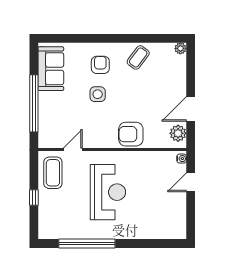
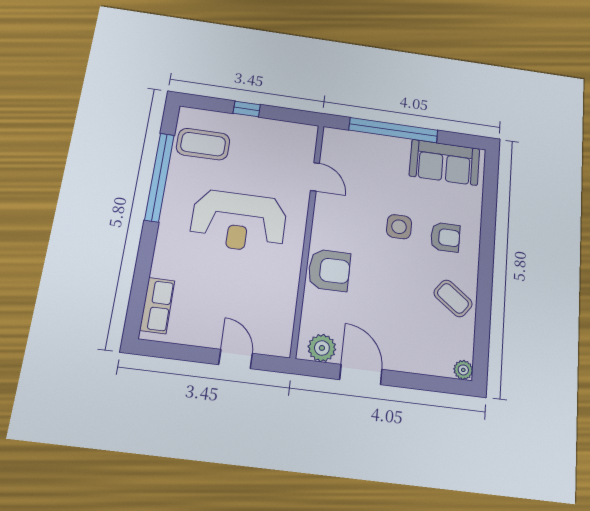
armchair: (131, 134) -> (329, 270), turned 90
water cooler: (182, 159) -> (278, 349), removed
coffee table: (53, 173) -> (203, 144), moved
row of seats: (165, 232) -> (157, 305), added

